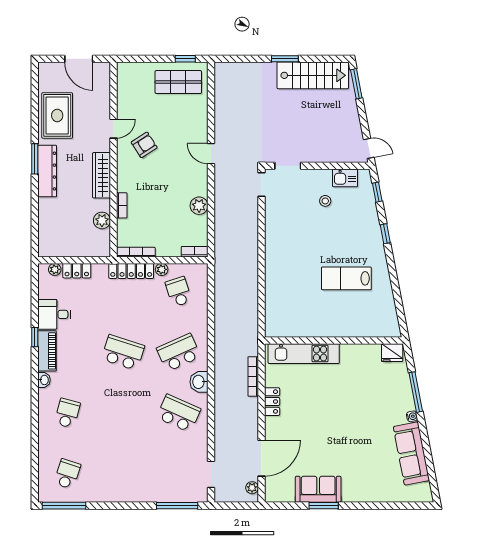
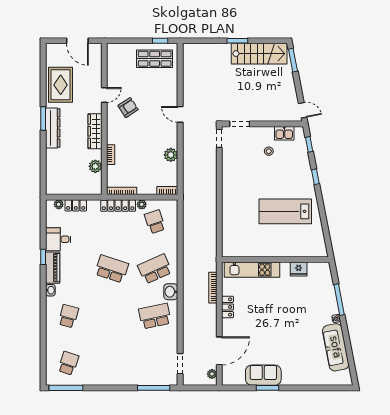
lab bench: (346, 278) -> (285, 211), width x1.36, depth x1.39
fridge: (392, 353) -> (299, 269), moved
school desk: (179, 413) -> (155, 316), turned -36

